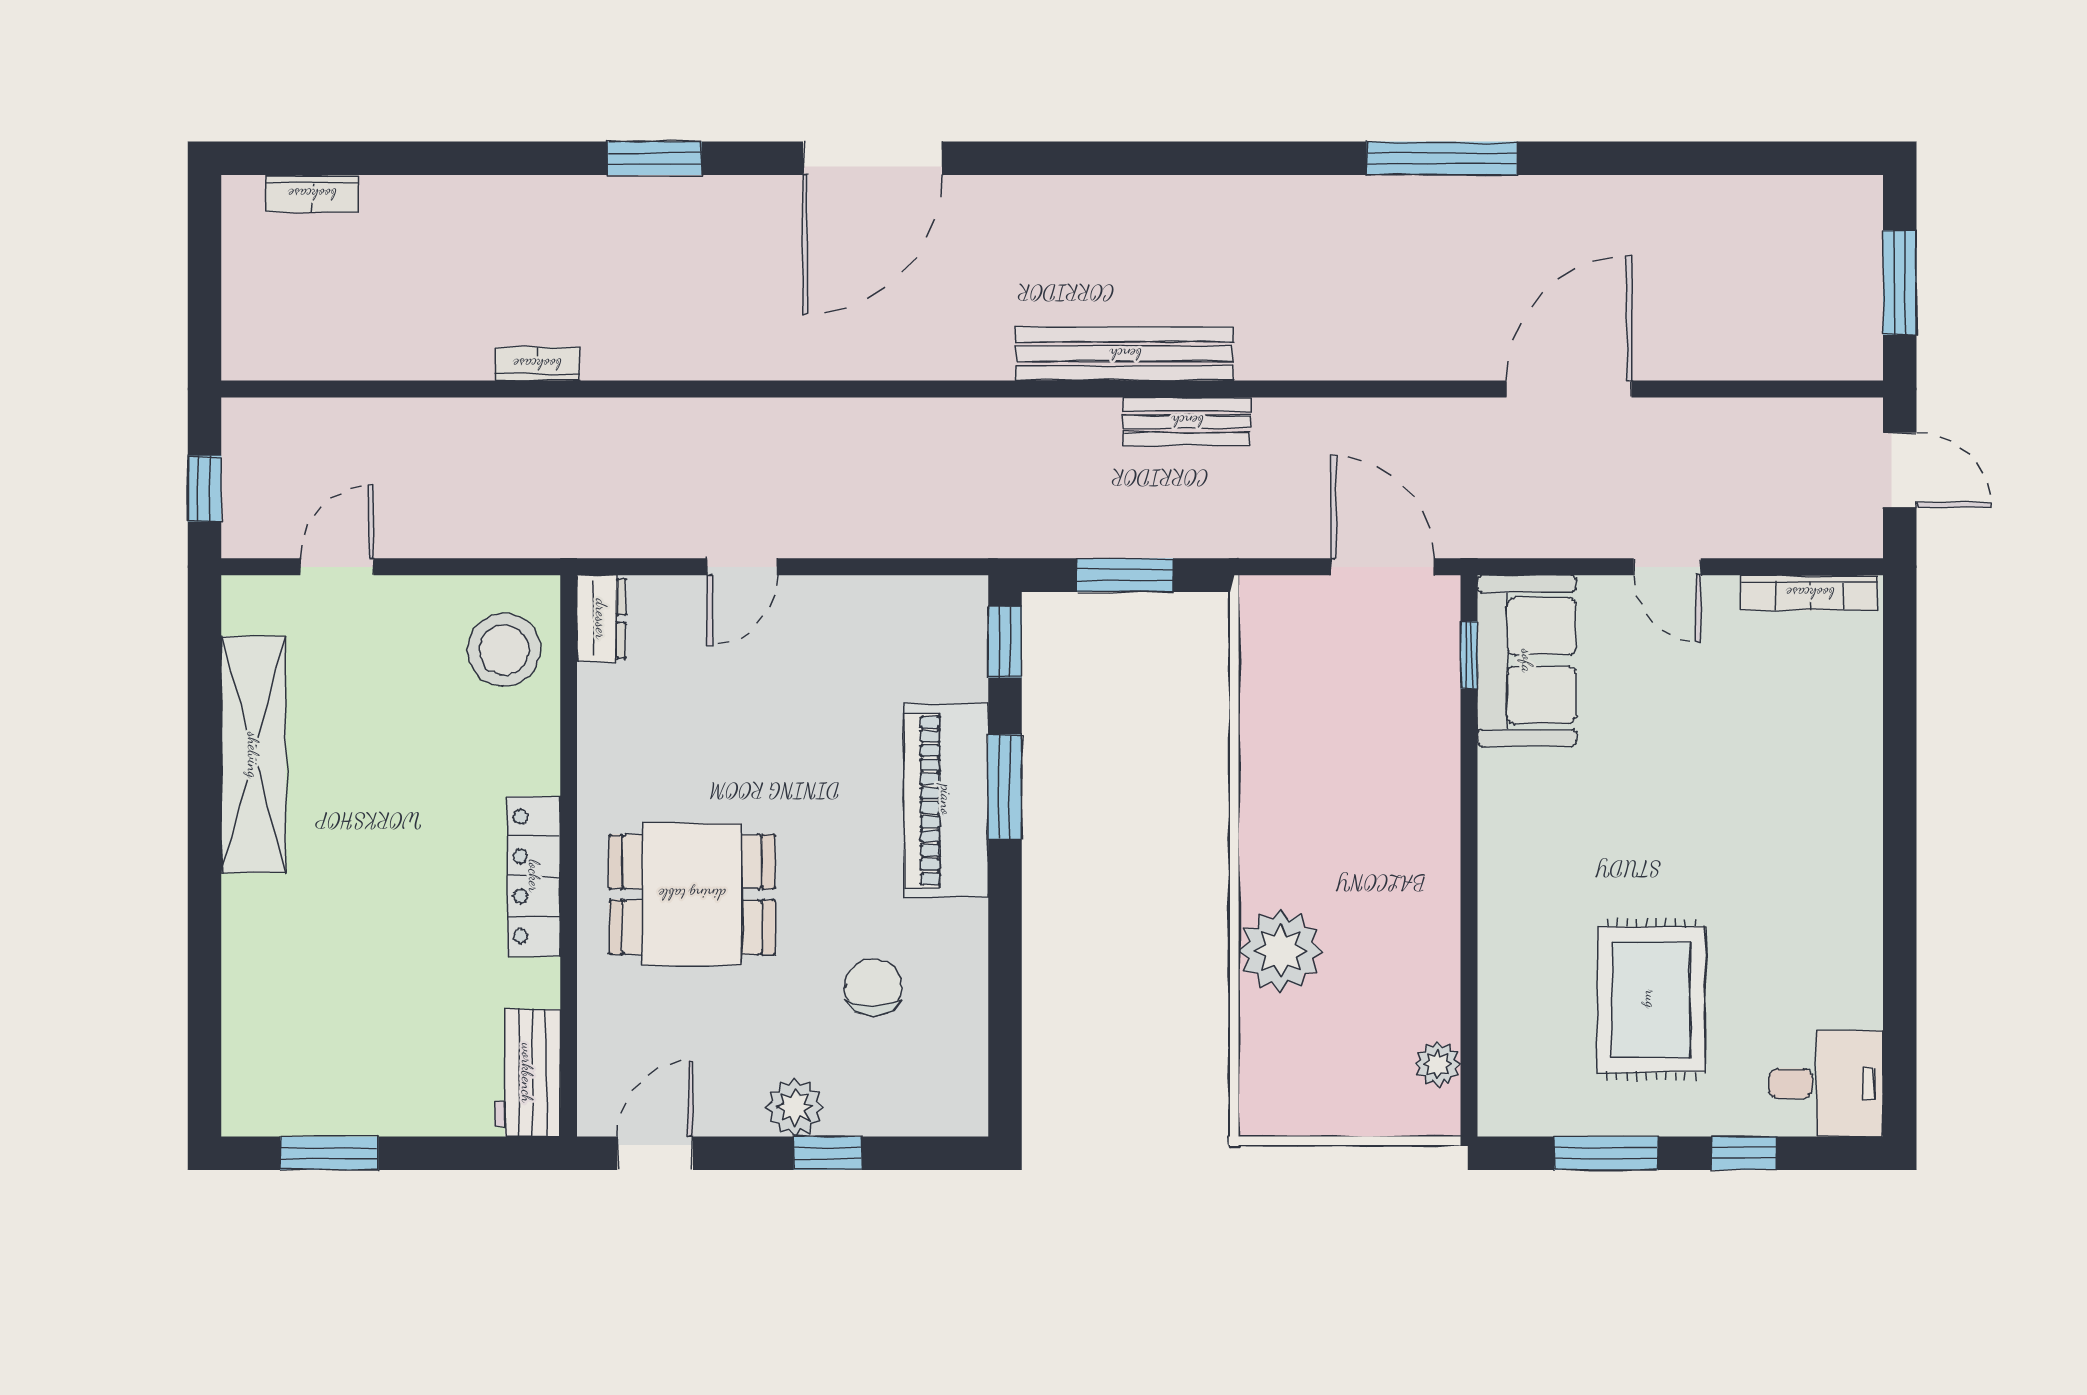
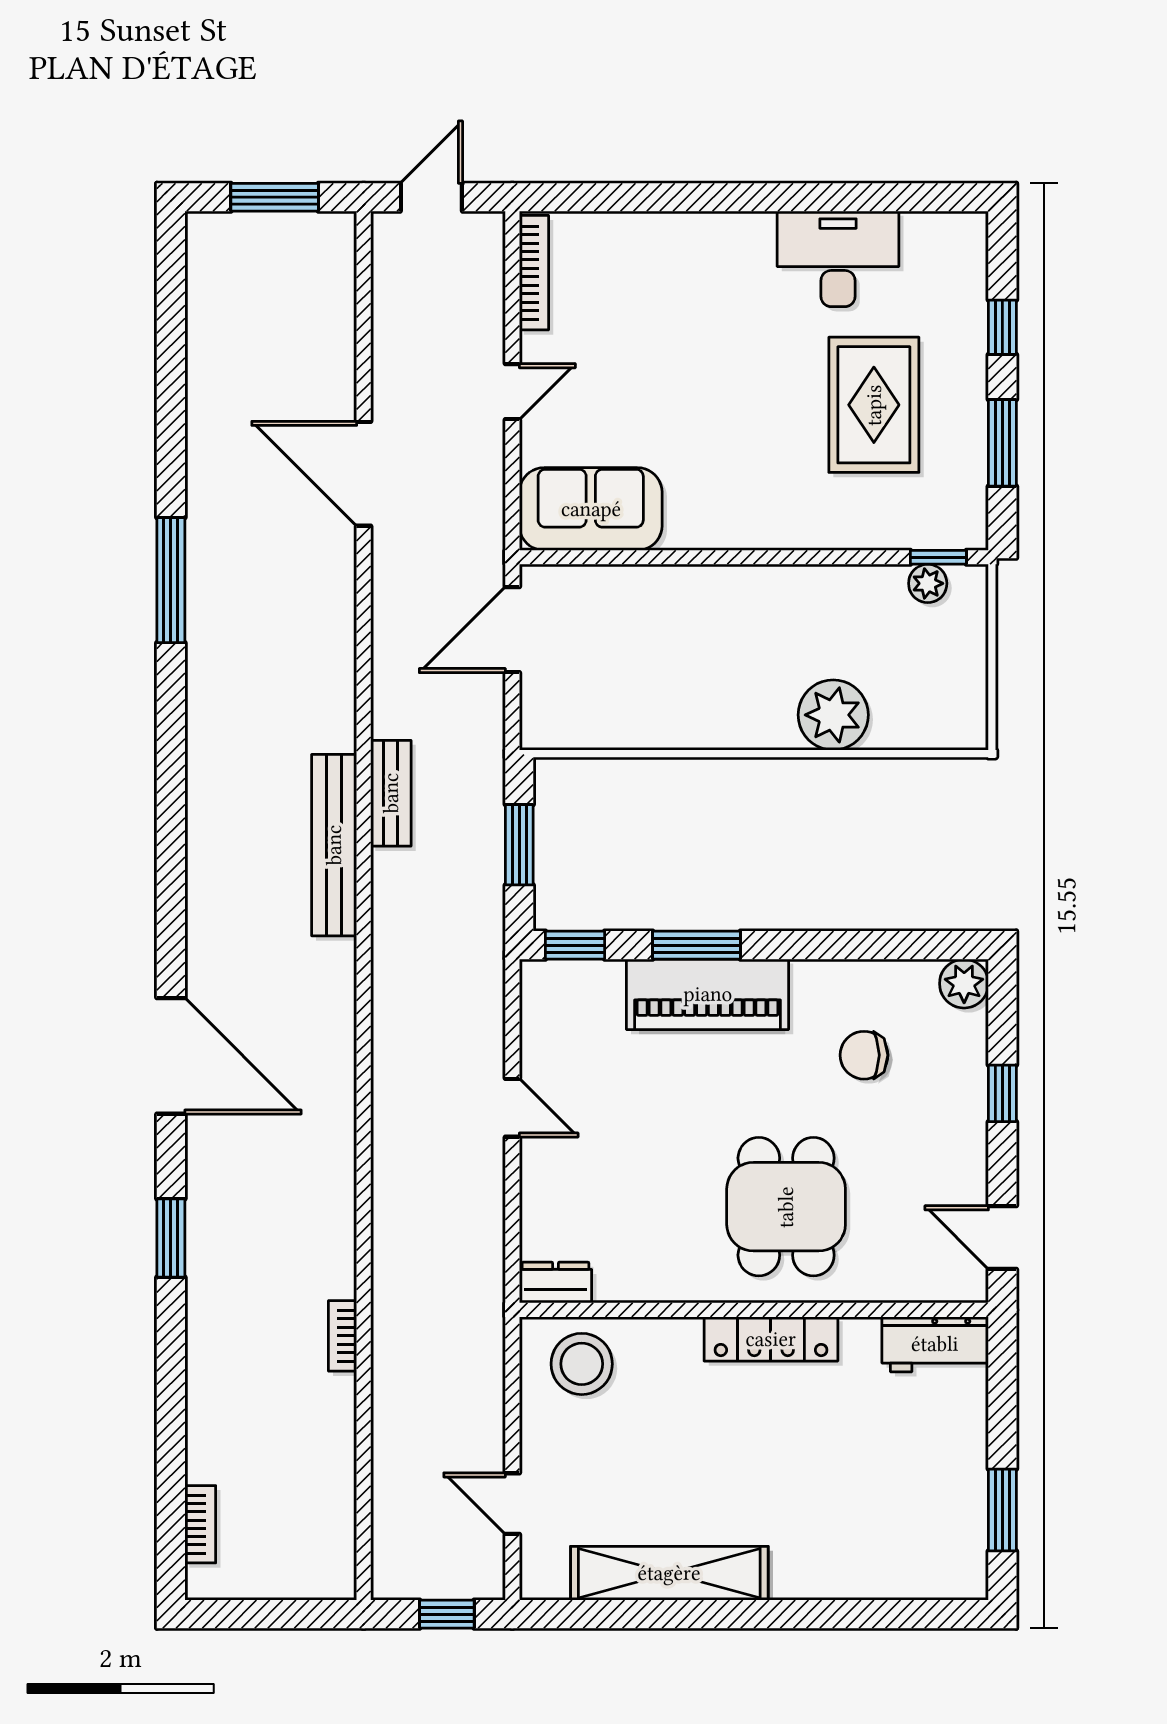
door: (742, 567) -> (512, 1108), moved
window: (1469, 655) -> (938, 557), moved
rug: (1651, 999) -> (874, 405), turned 90
desk: (1826, 1084) -> (838, 259), moved, width x1.37
plant: (795, 1107) -> (964, 984), moved

